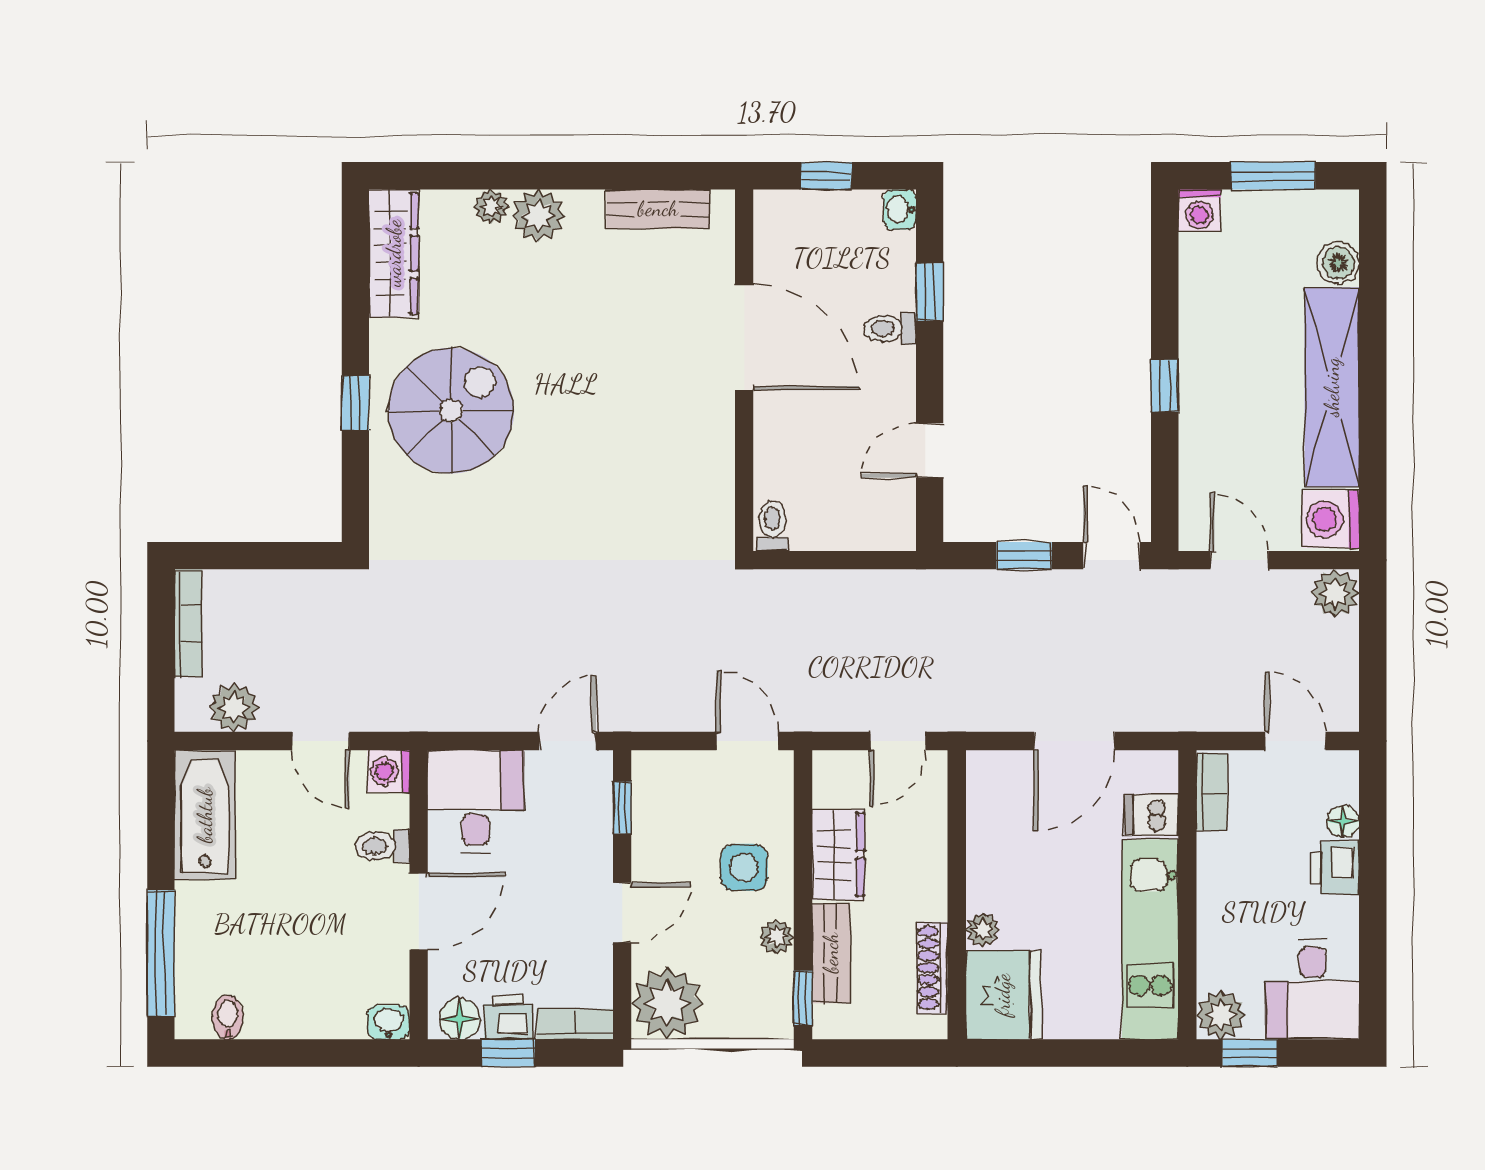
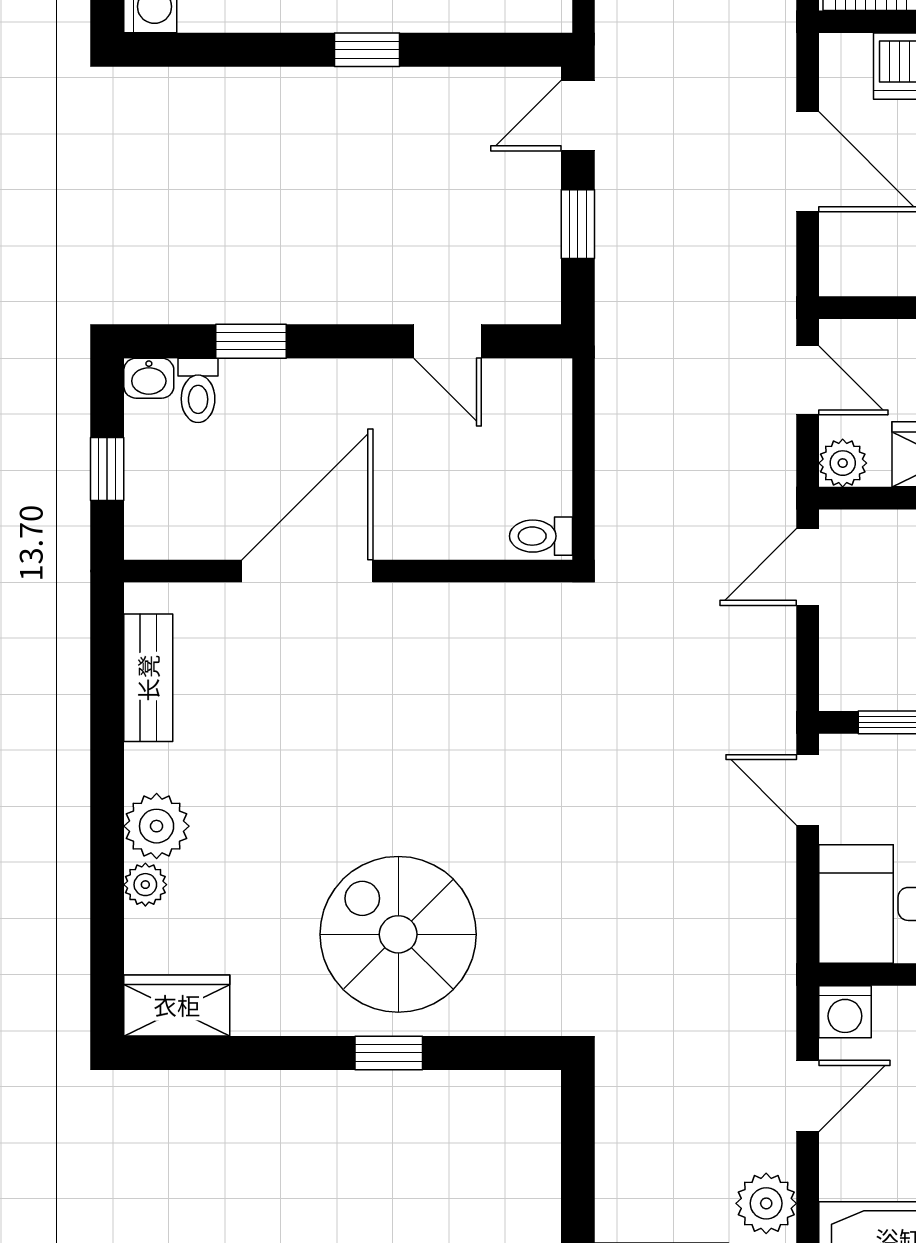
wardrobe: (394, 253) -> (177, 1005), width x0.67
toilet: (890, 329) -> (198, 390), moved
plant: (831, 769) -> (843, 463), added

